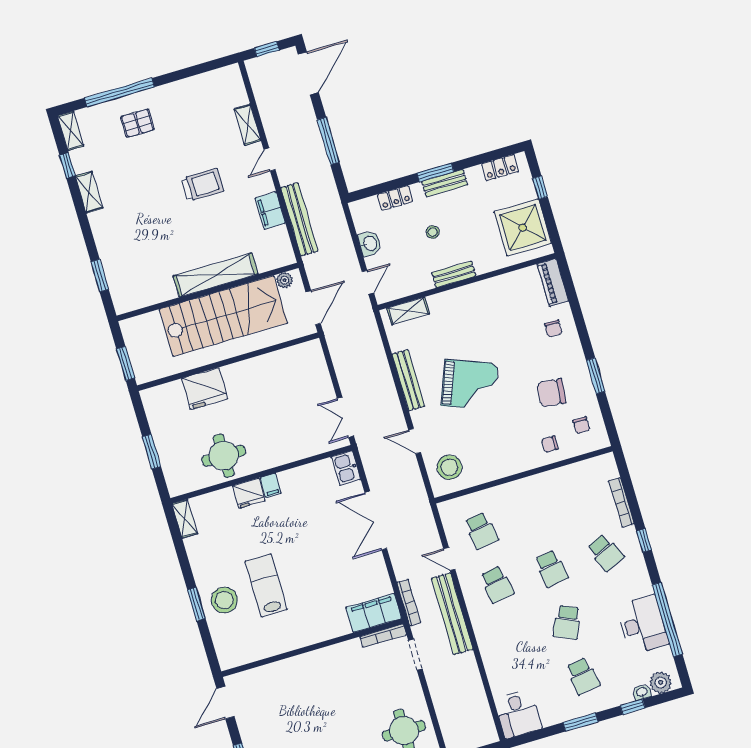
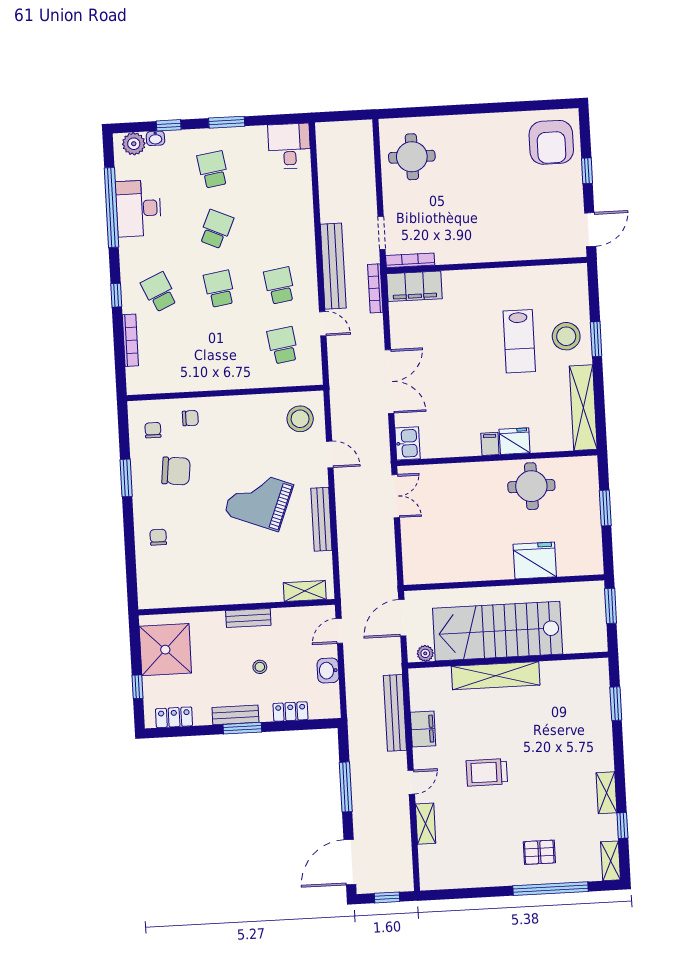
piano: (553, 283) -> (148, 585), removed
shelving: (185, 519) -> (583, 408), width x2.20, depth x1.33

